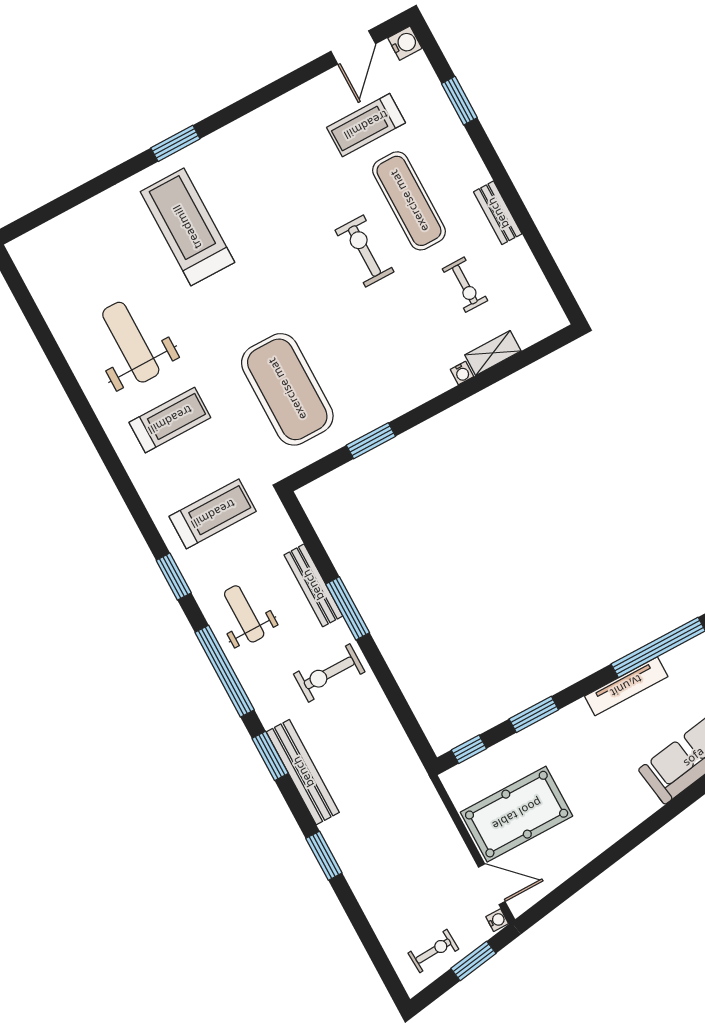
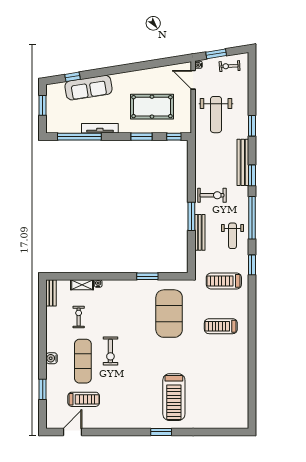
water cooler: (405, 43) -> (52, 358), moved
bench: (498, 213) -> (51, 293), moved
weight bench: (131, 342) -> (216, 115), moved
pool table: (517, 814) -> (152, 107), moved

